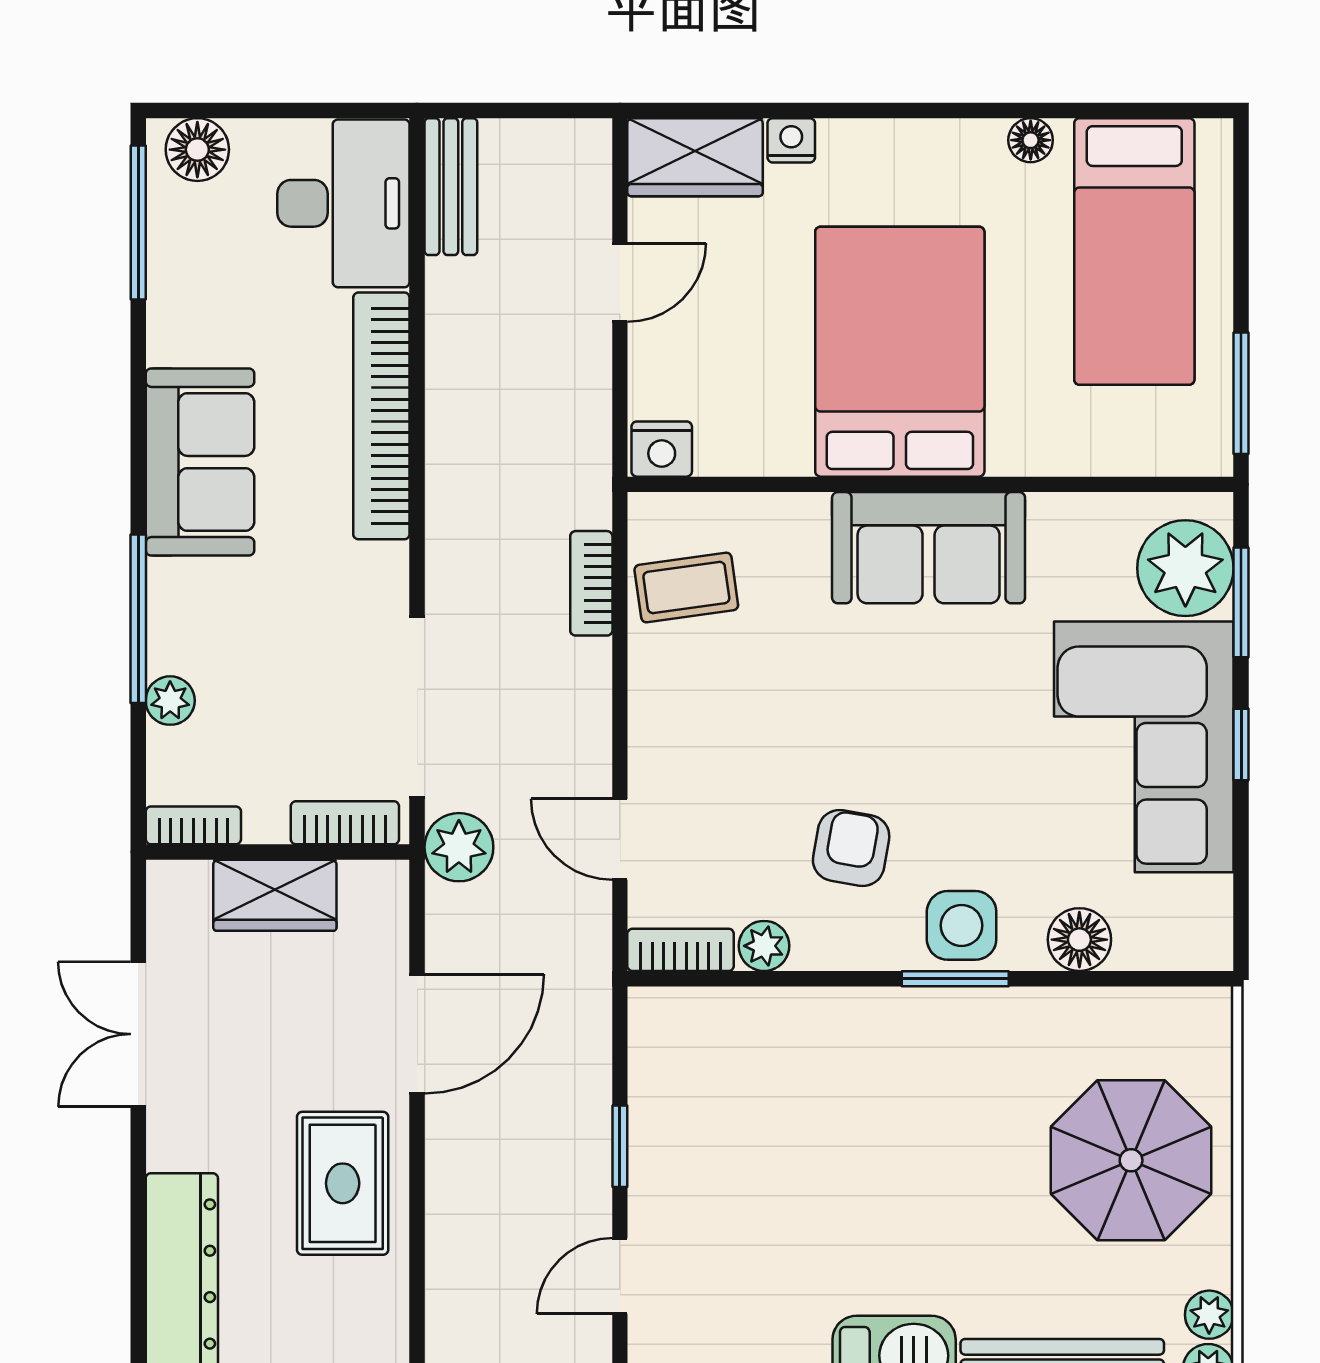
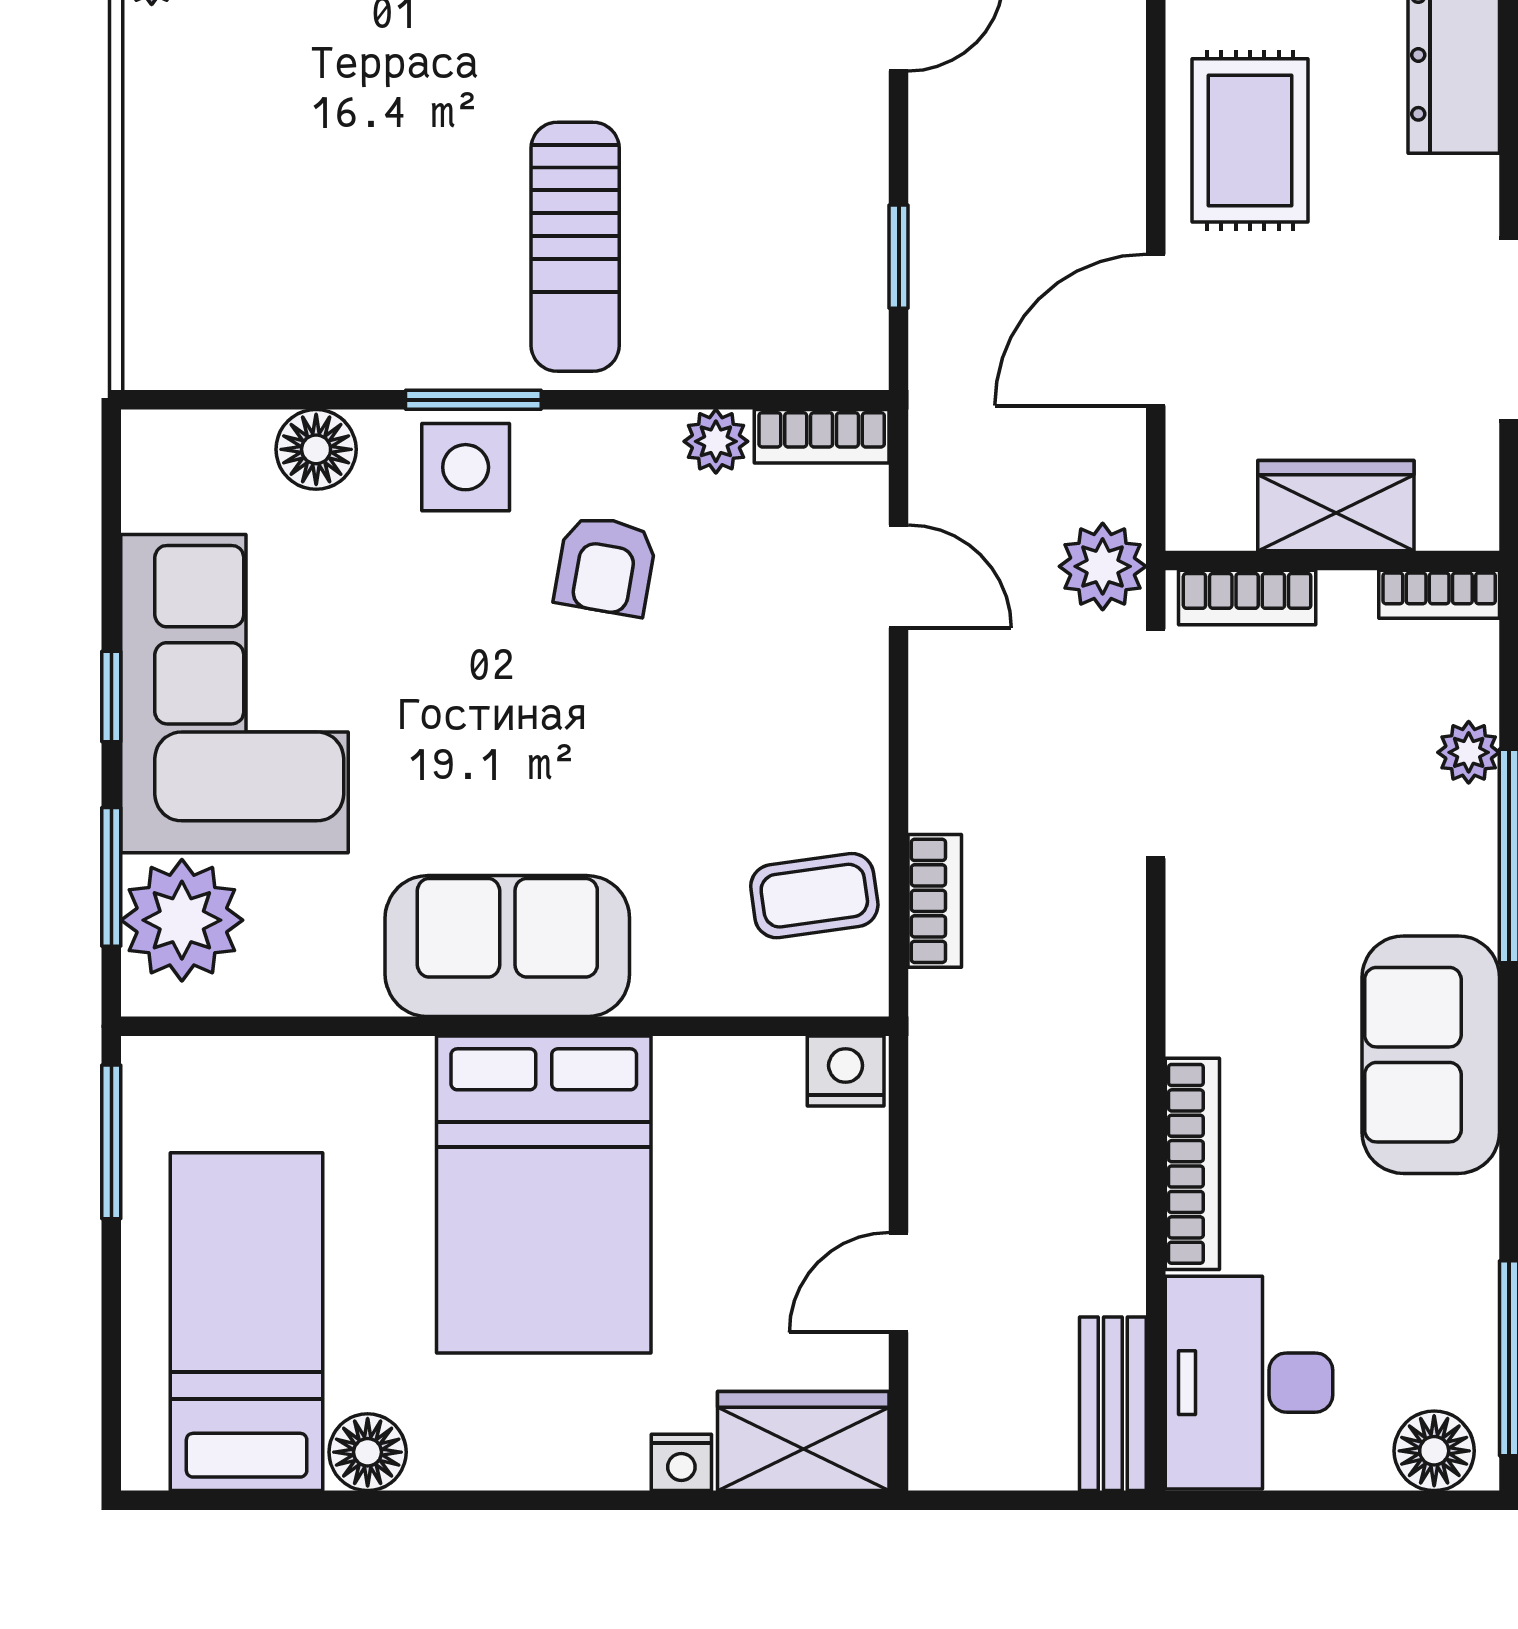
floor lamp: (1031, 140) -> (368, 1452), width x1.37, depth x1.37
bookcase: (381, 416) -> (1192, 1164), width x0.68, depth x0.76
sun lounger: (875, 1099) -> (575, 247), added
window: (620, 1146) -> (899, 257), moved
parasol: (1131, 1160) -> (251, 170), removed

